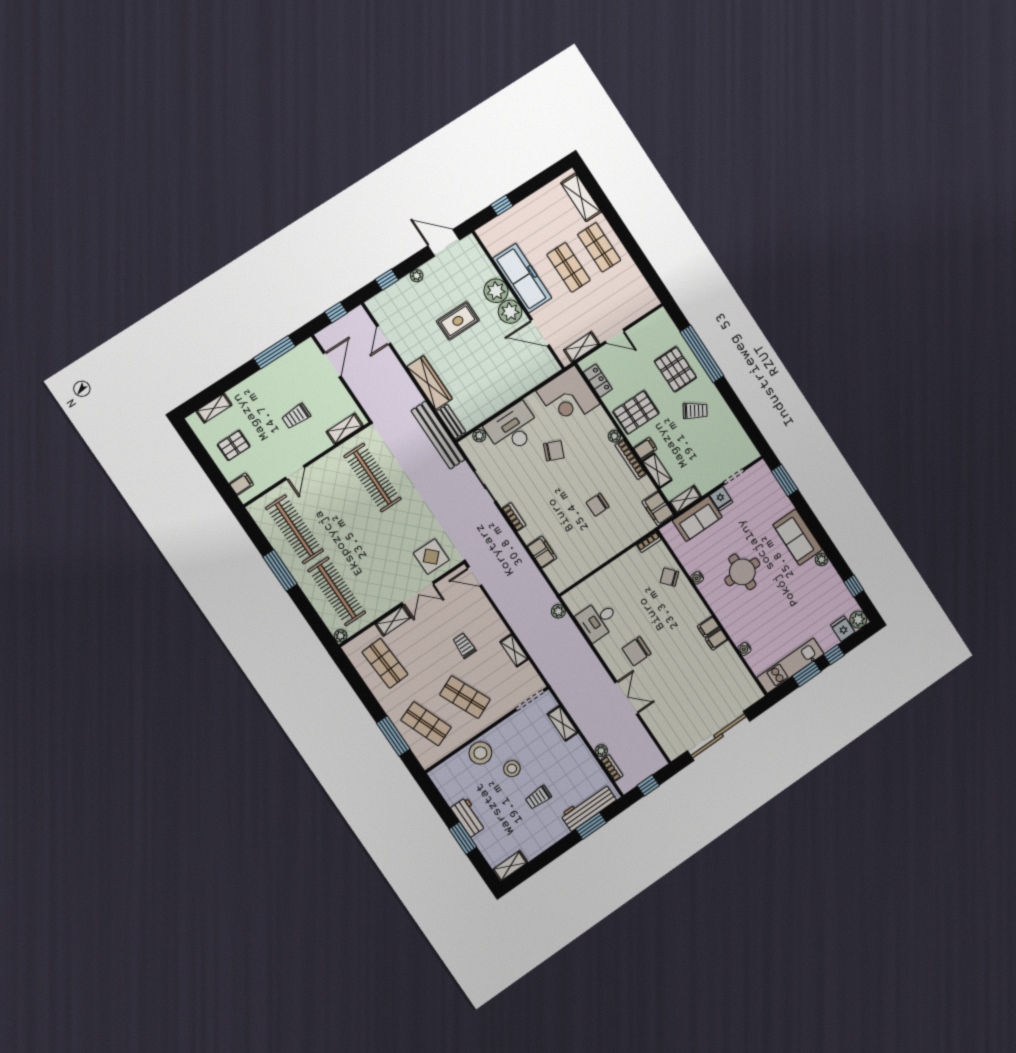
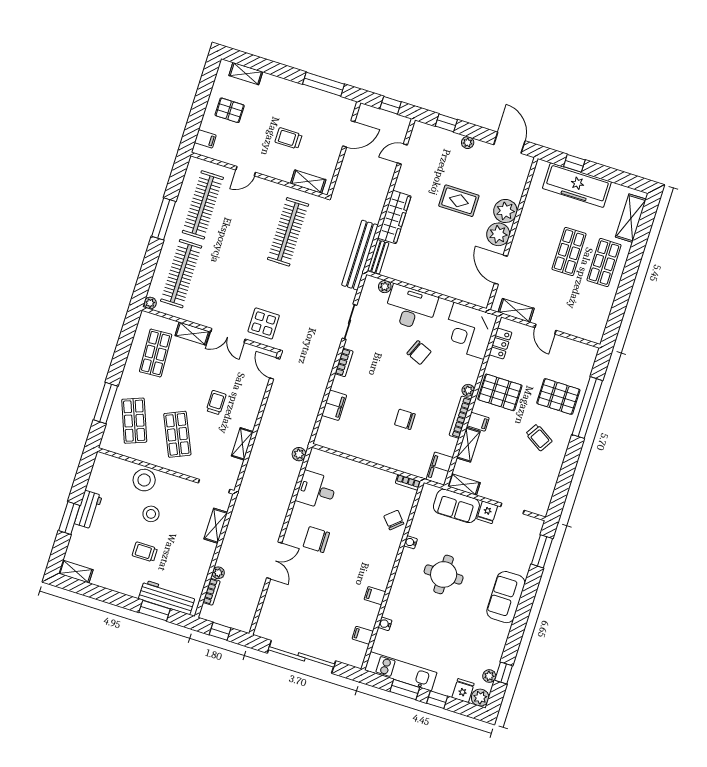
freezer: (522, 278) -> (577, 185), moved, turned 90
pallet: (675, 369) -> (558, 396), turned 90
plant: (822, 560) -> (489, 676), moved
filing cabinet: (708, 627) -> (363, 635), moved

